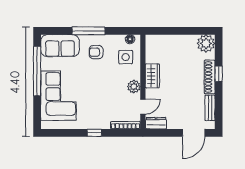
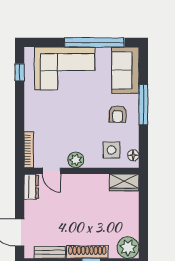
armchair: (96, 52) -> (118, 114), turned 180
wardrobe: (152, 76) -> (124, 182), moved
window: (94, 133) -> (20, 72), moved

